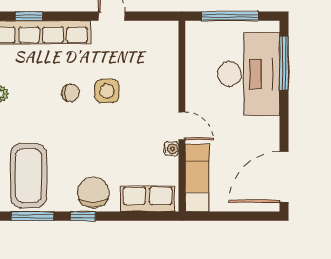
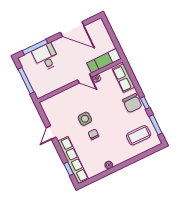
desk: (249, 74) -> (46, 57), width x0.53, depth x0.77
door: (182, 126) -> (84, 78), swing flipped
coffee table: (28, 176) -> (139, 135), width x0.73, depth x0.76
door: (284, 177) -> (72, 29), moved
chair: (93, 192) -> (132, 103), turned -90

